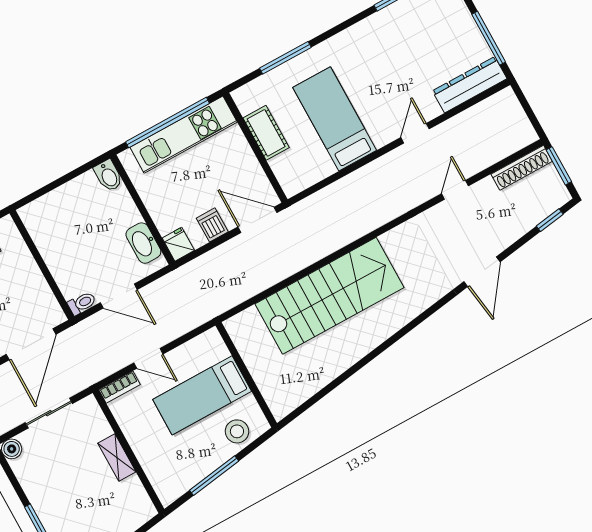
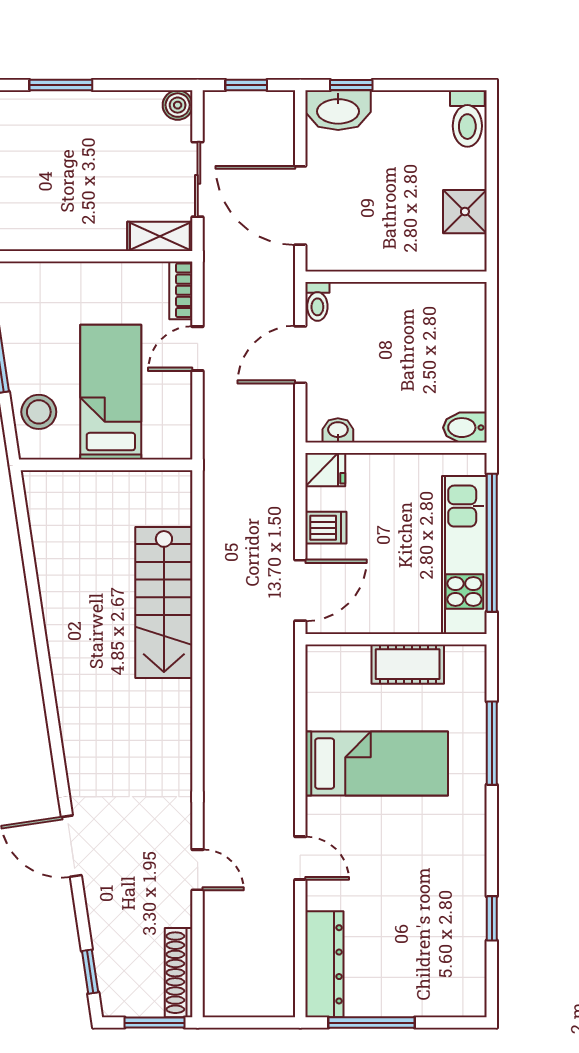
washbasin: (143, 243) -> (338, 430), width x0.52, depth x0.69
stairs: (329, 296) -> (164, 602), width x0.73, depth x0.66
shelving: (117, 458) -> (160, 236), moved

